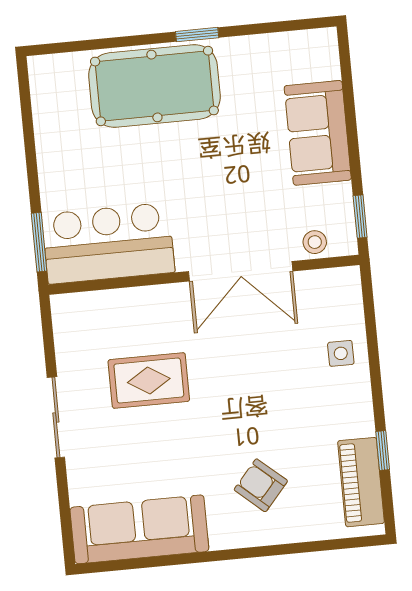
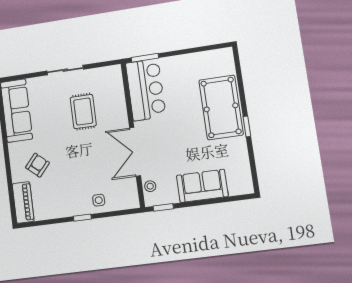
window: (383, 451) -> (82, 218), moved
piano: (361, 482) -> (23, 202), moved, turned 90

